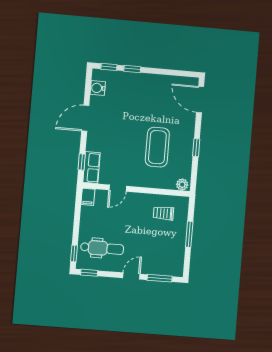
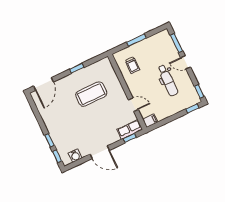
plant: (182, 185) -> (107, 64), removed
dental chair: (102, 248) -> (168, 80), moved, turned 180

